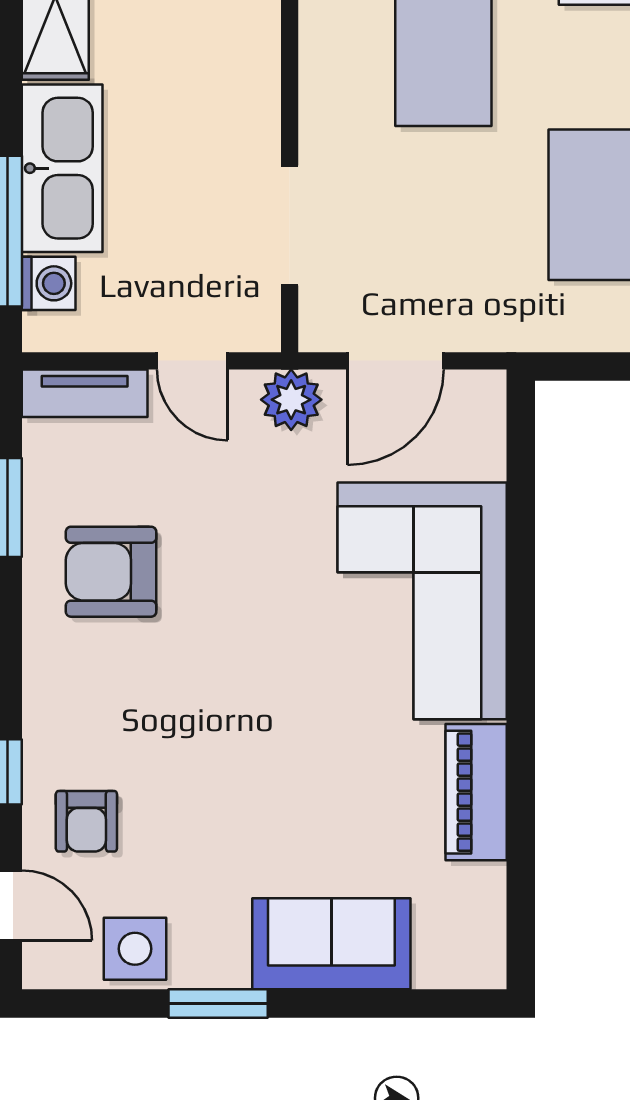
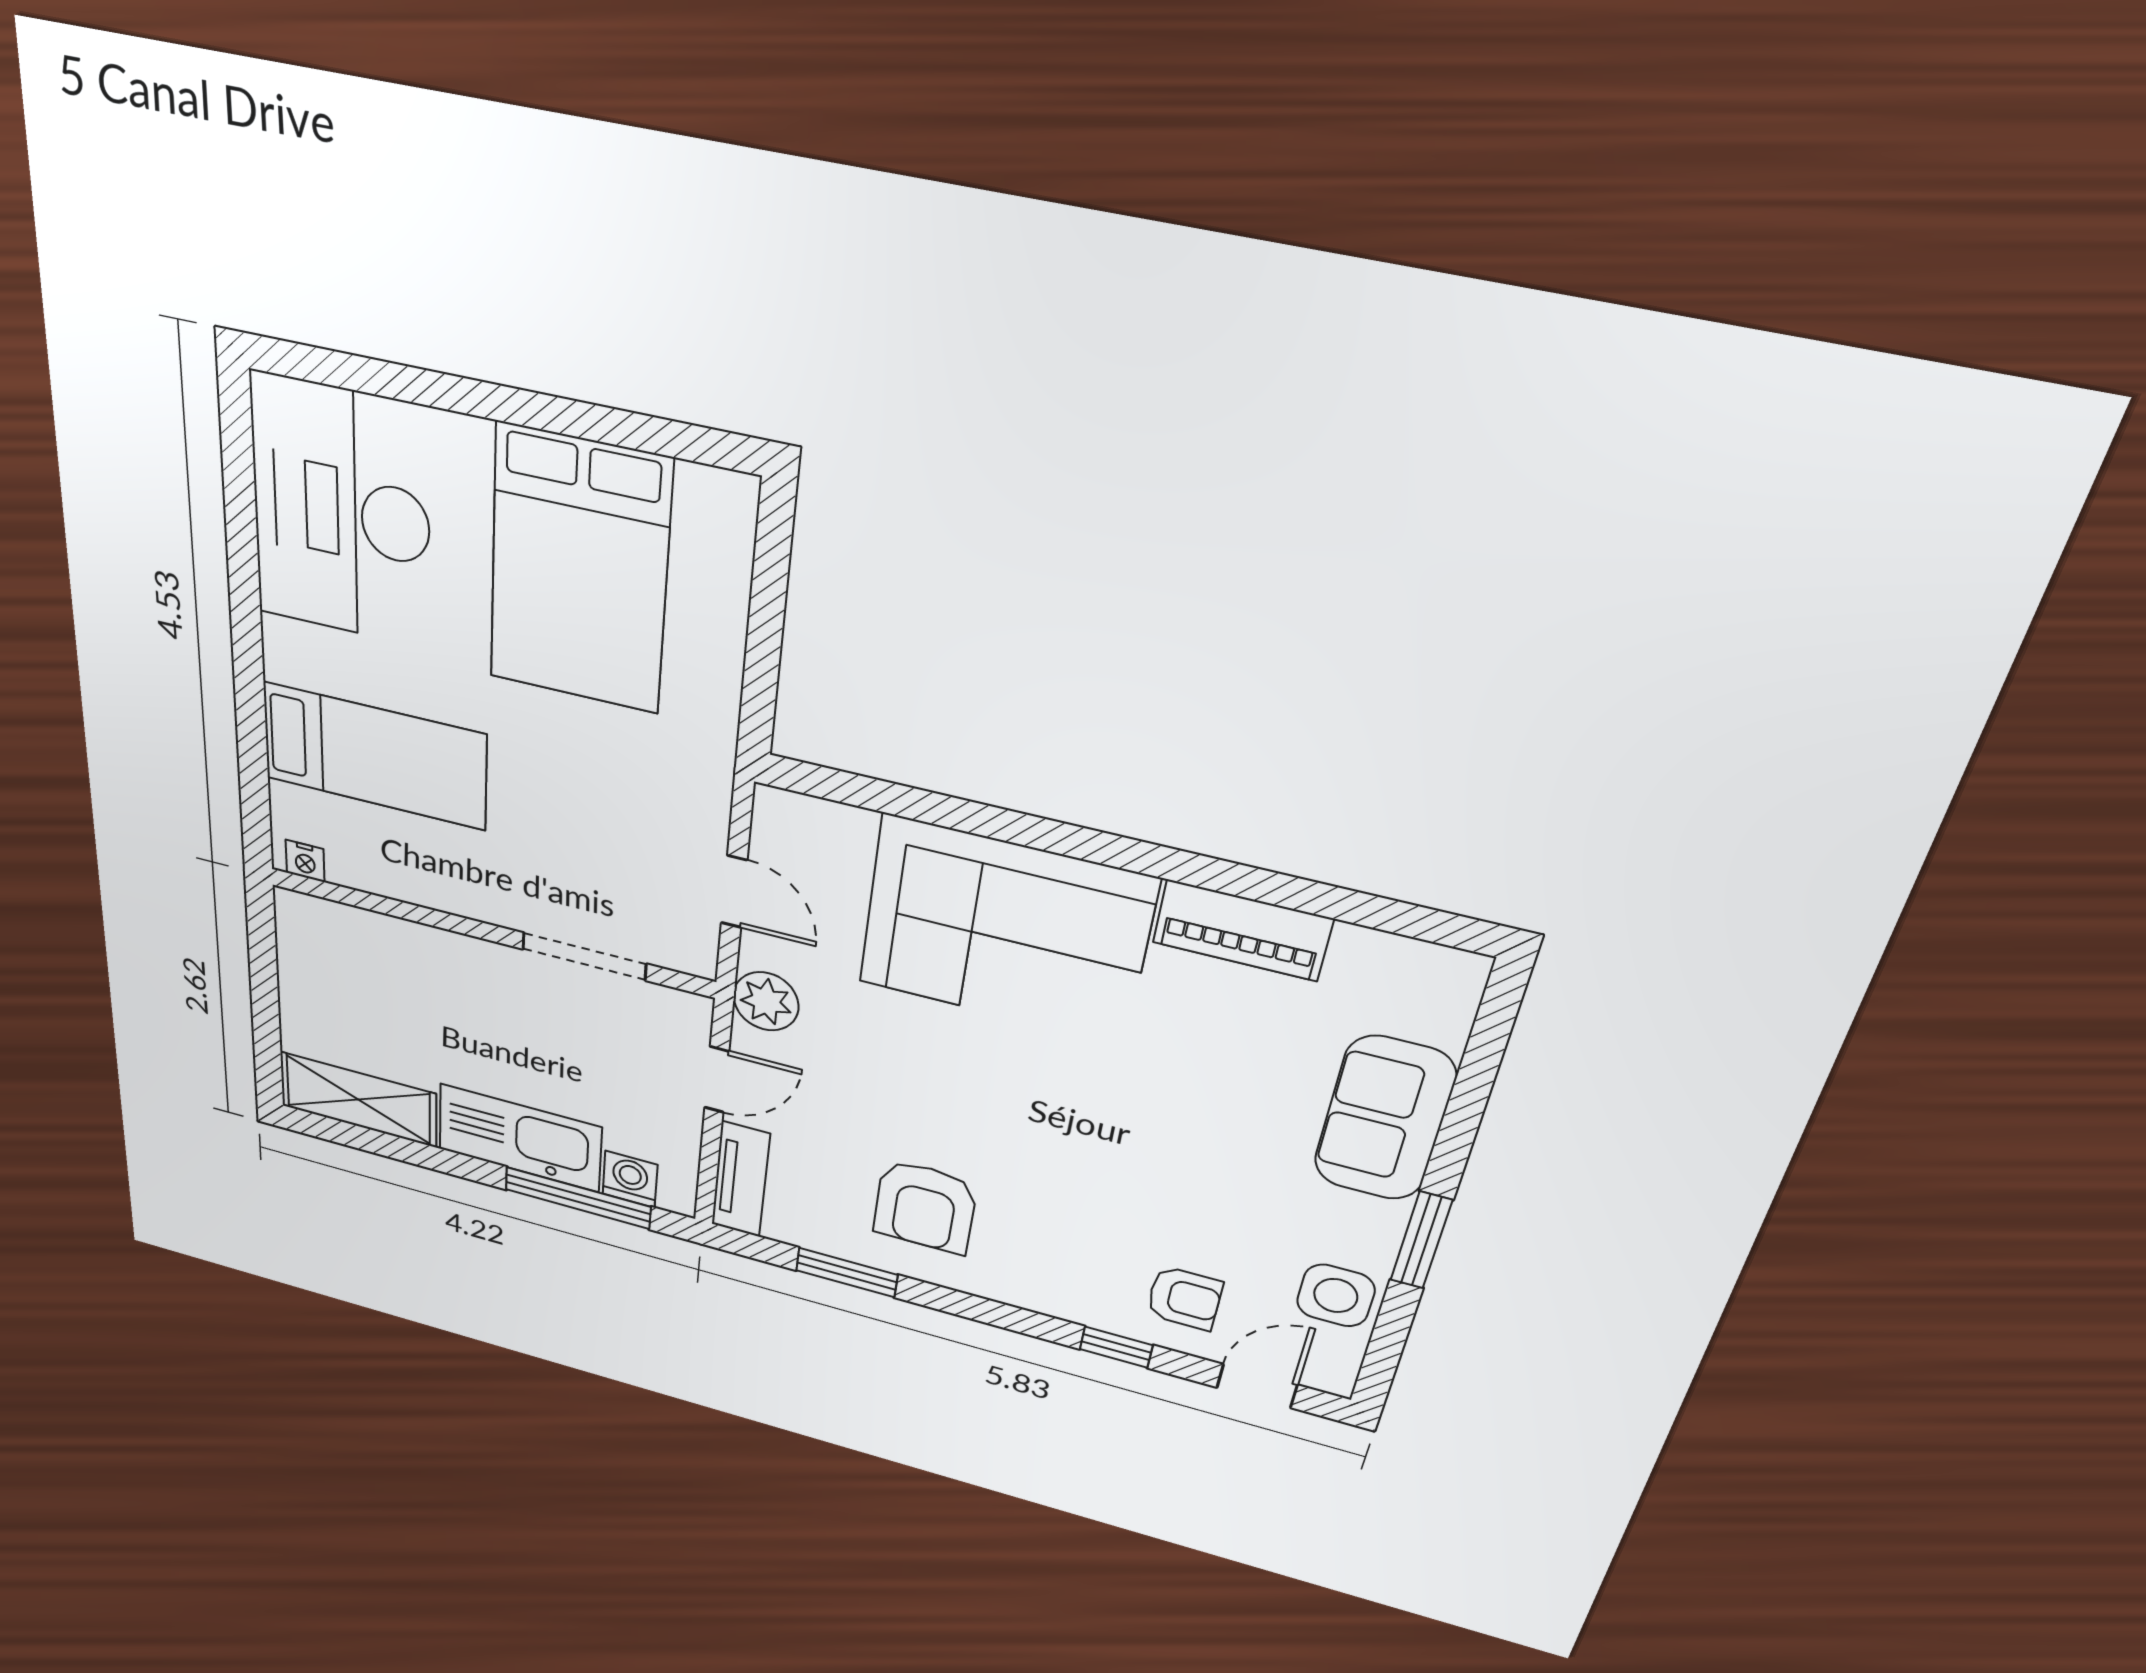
door: (396, 361) -> (734, 892), width x0.73

